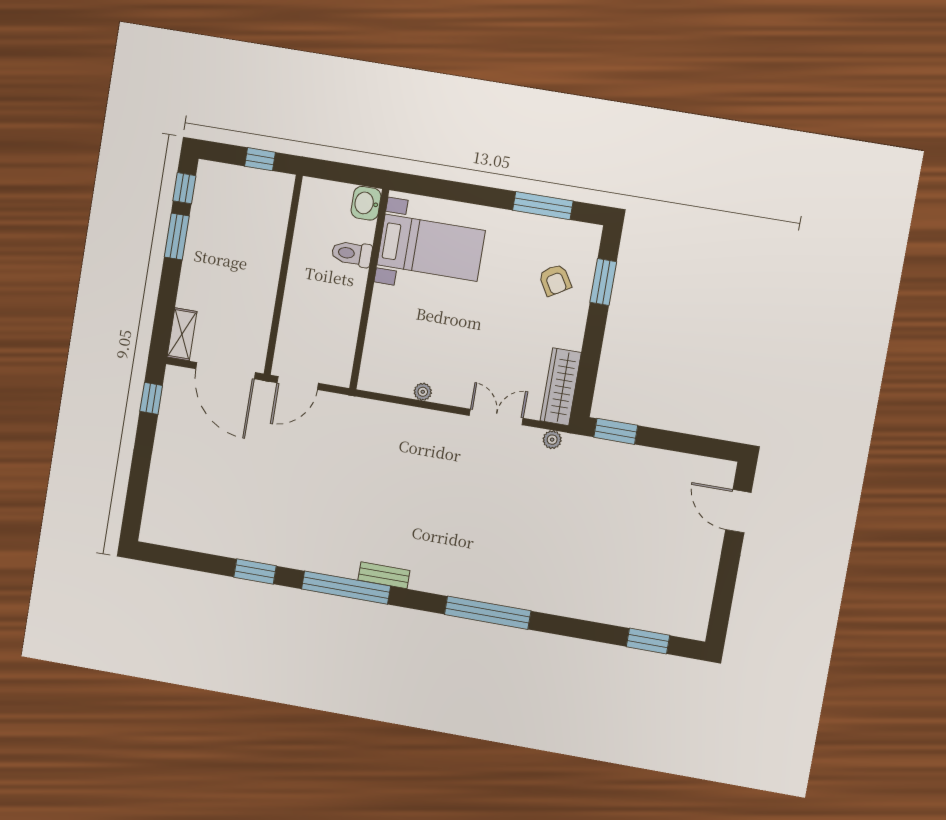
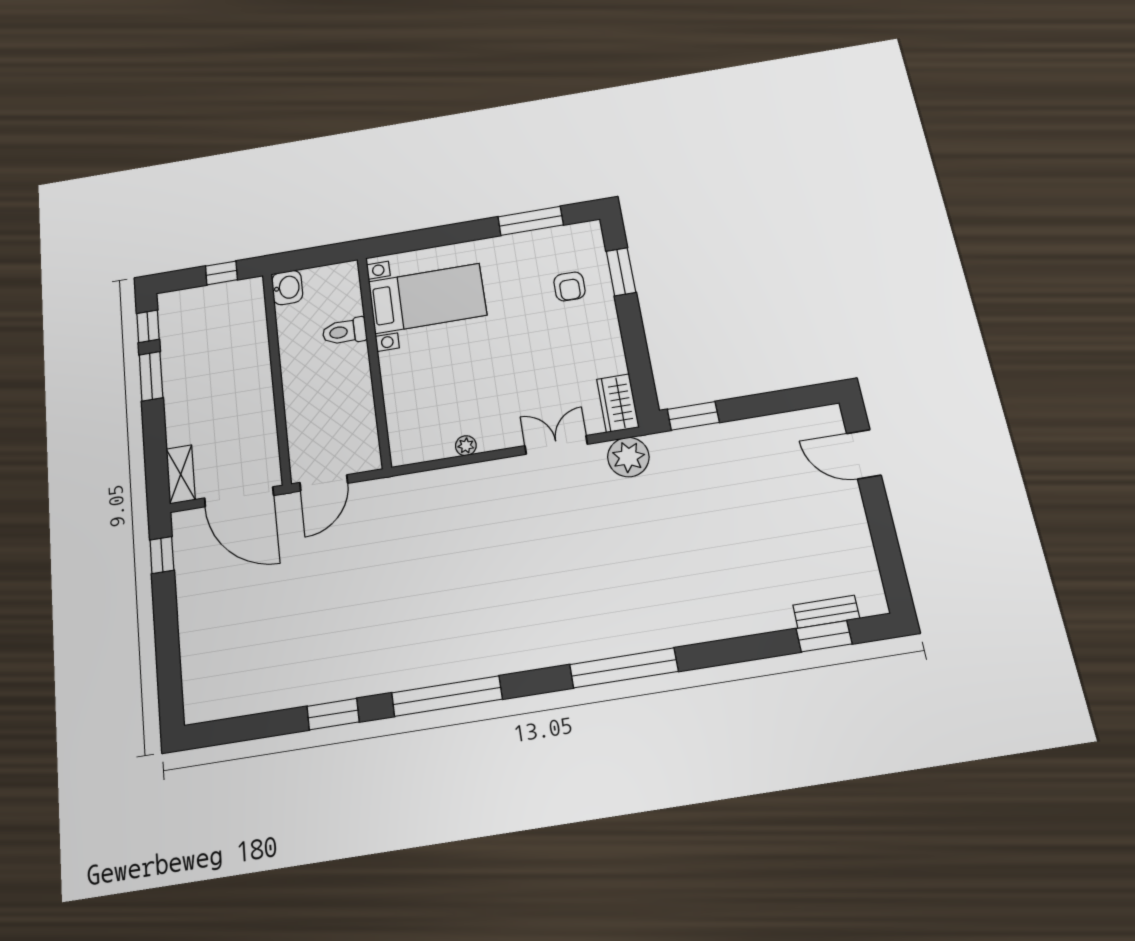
washbasin: (366, 203) -> (287, 288), moved, turned 180
armchair: (555, 280) -> (569, 286), turned 31
wardrobe: (561, 387) -> (618, 403), width x0.67
plant: (552, 440) -> (628, 457), width x1.88, depth x1.88
bench: (384, 575) -> (826, 612), moved

